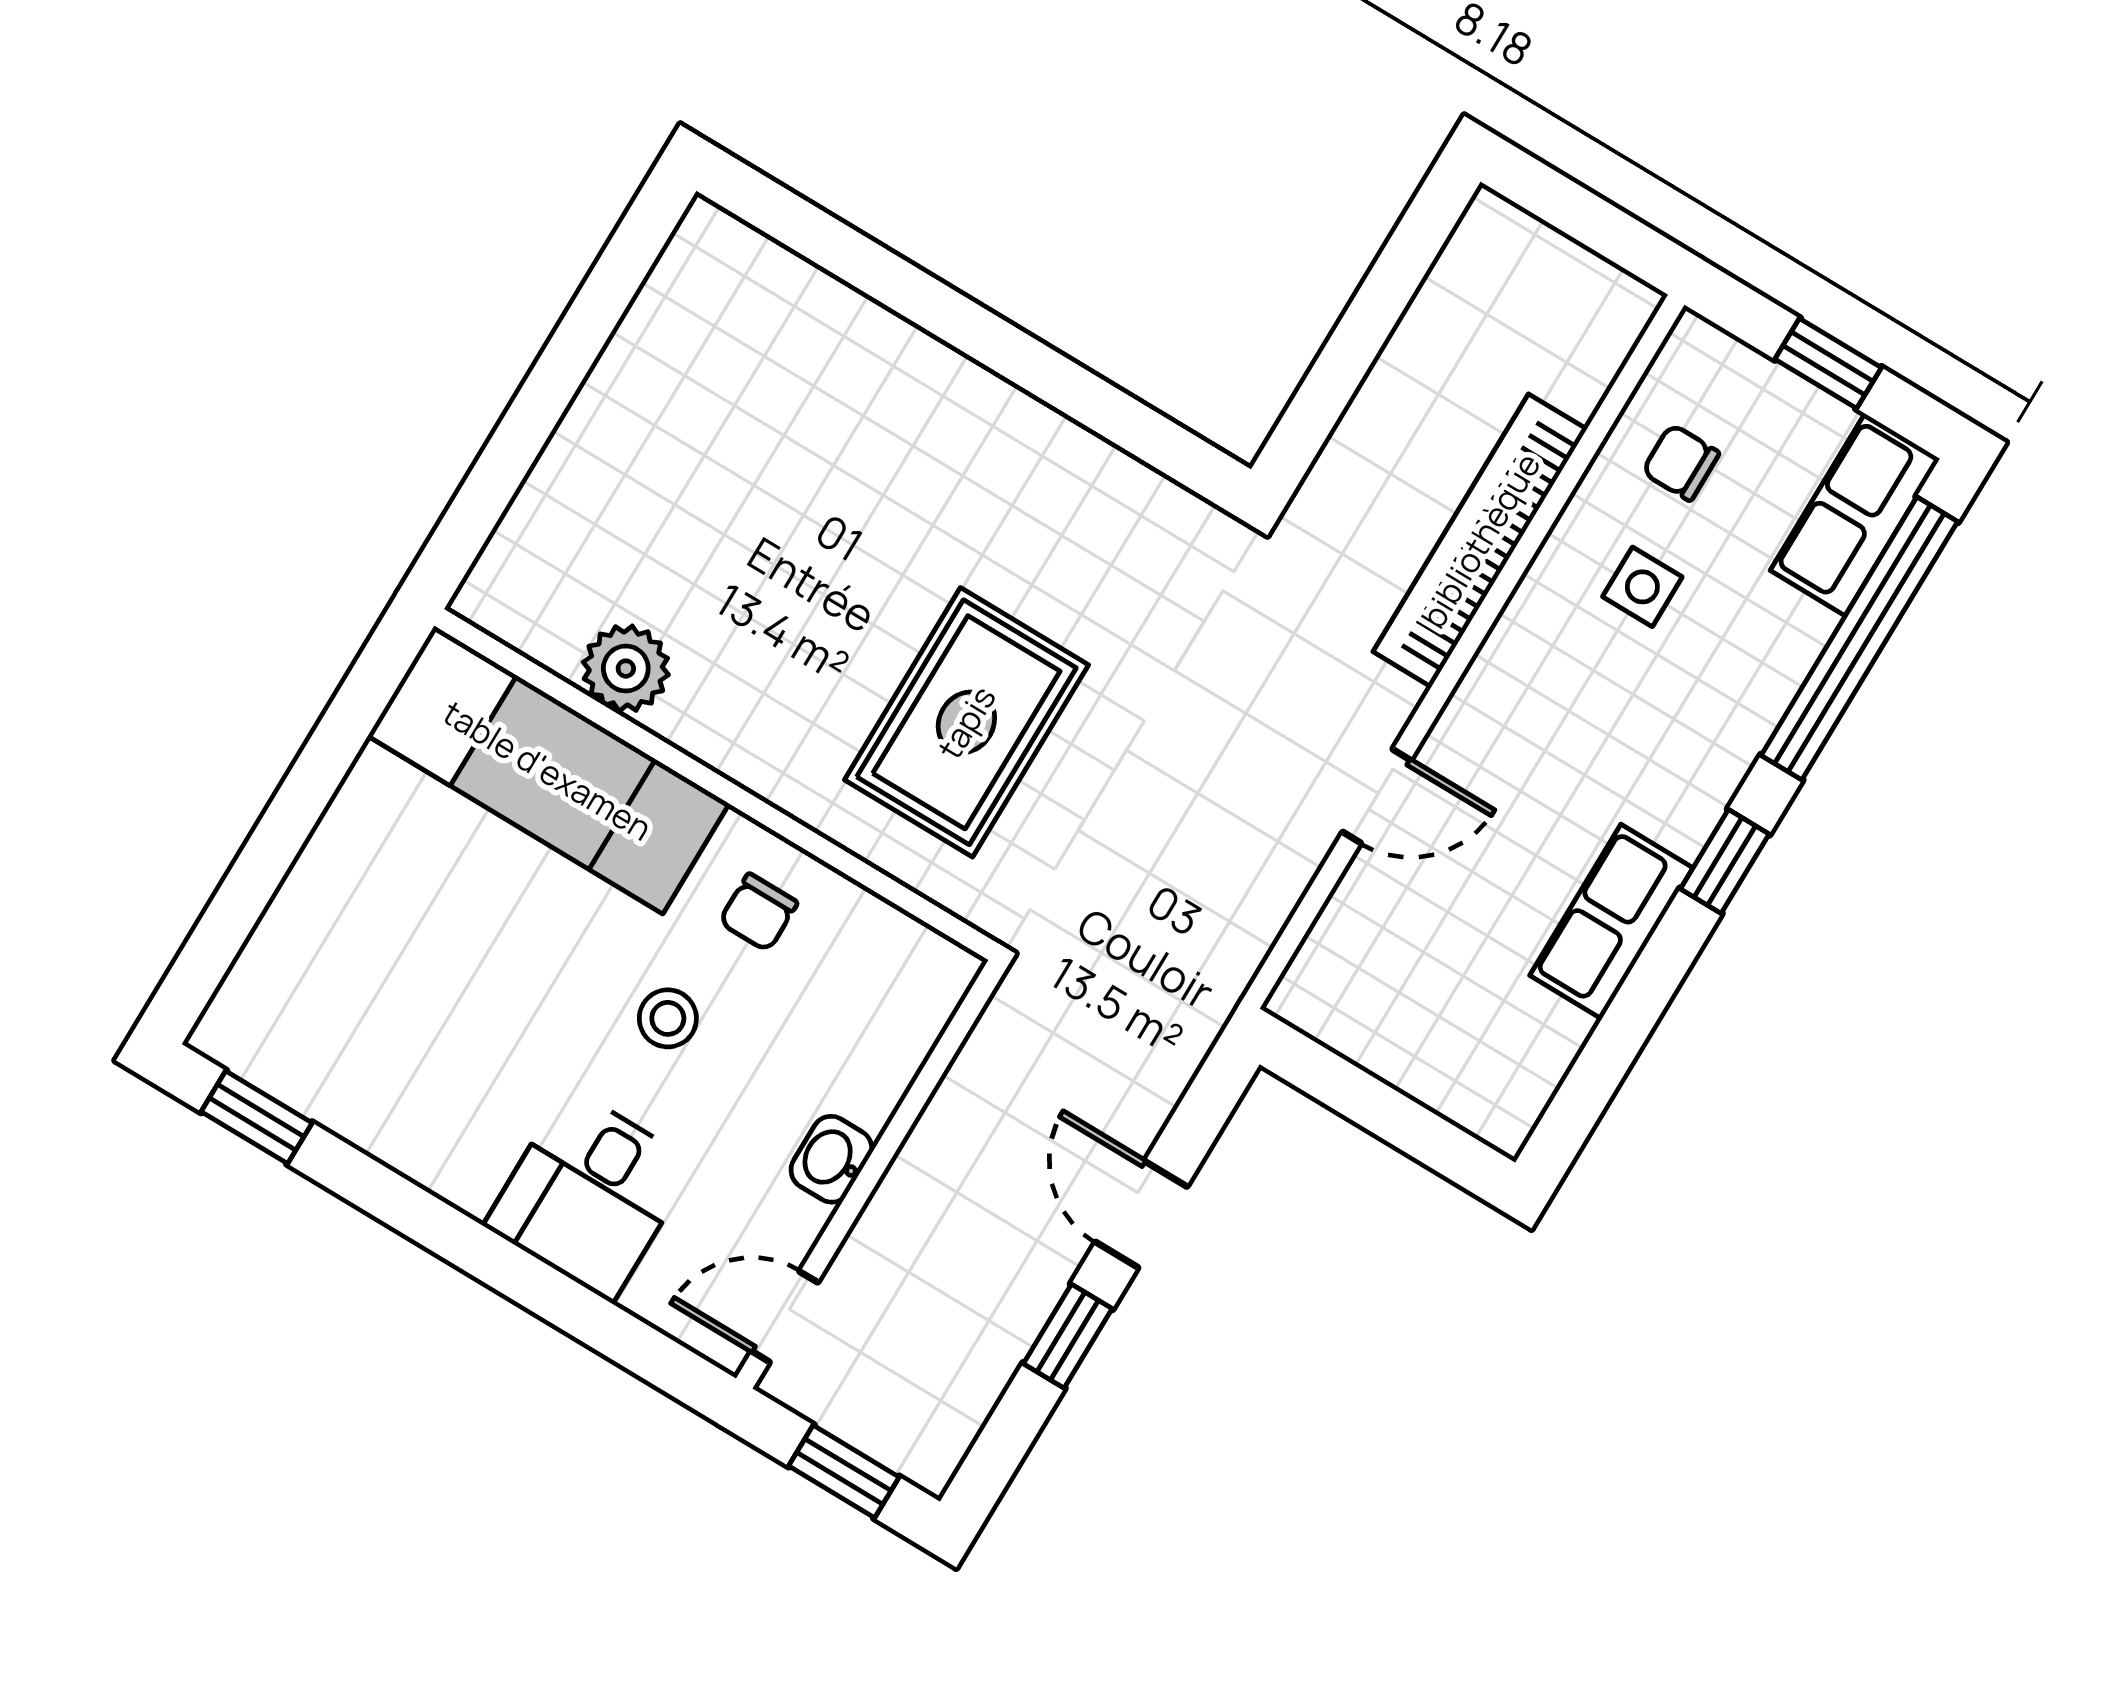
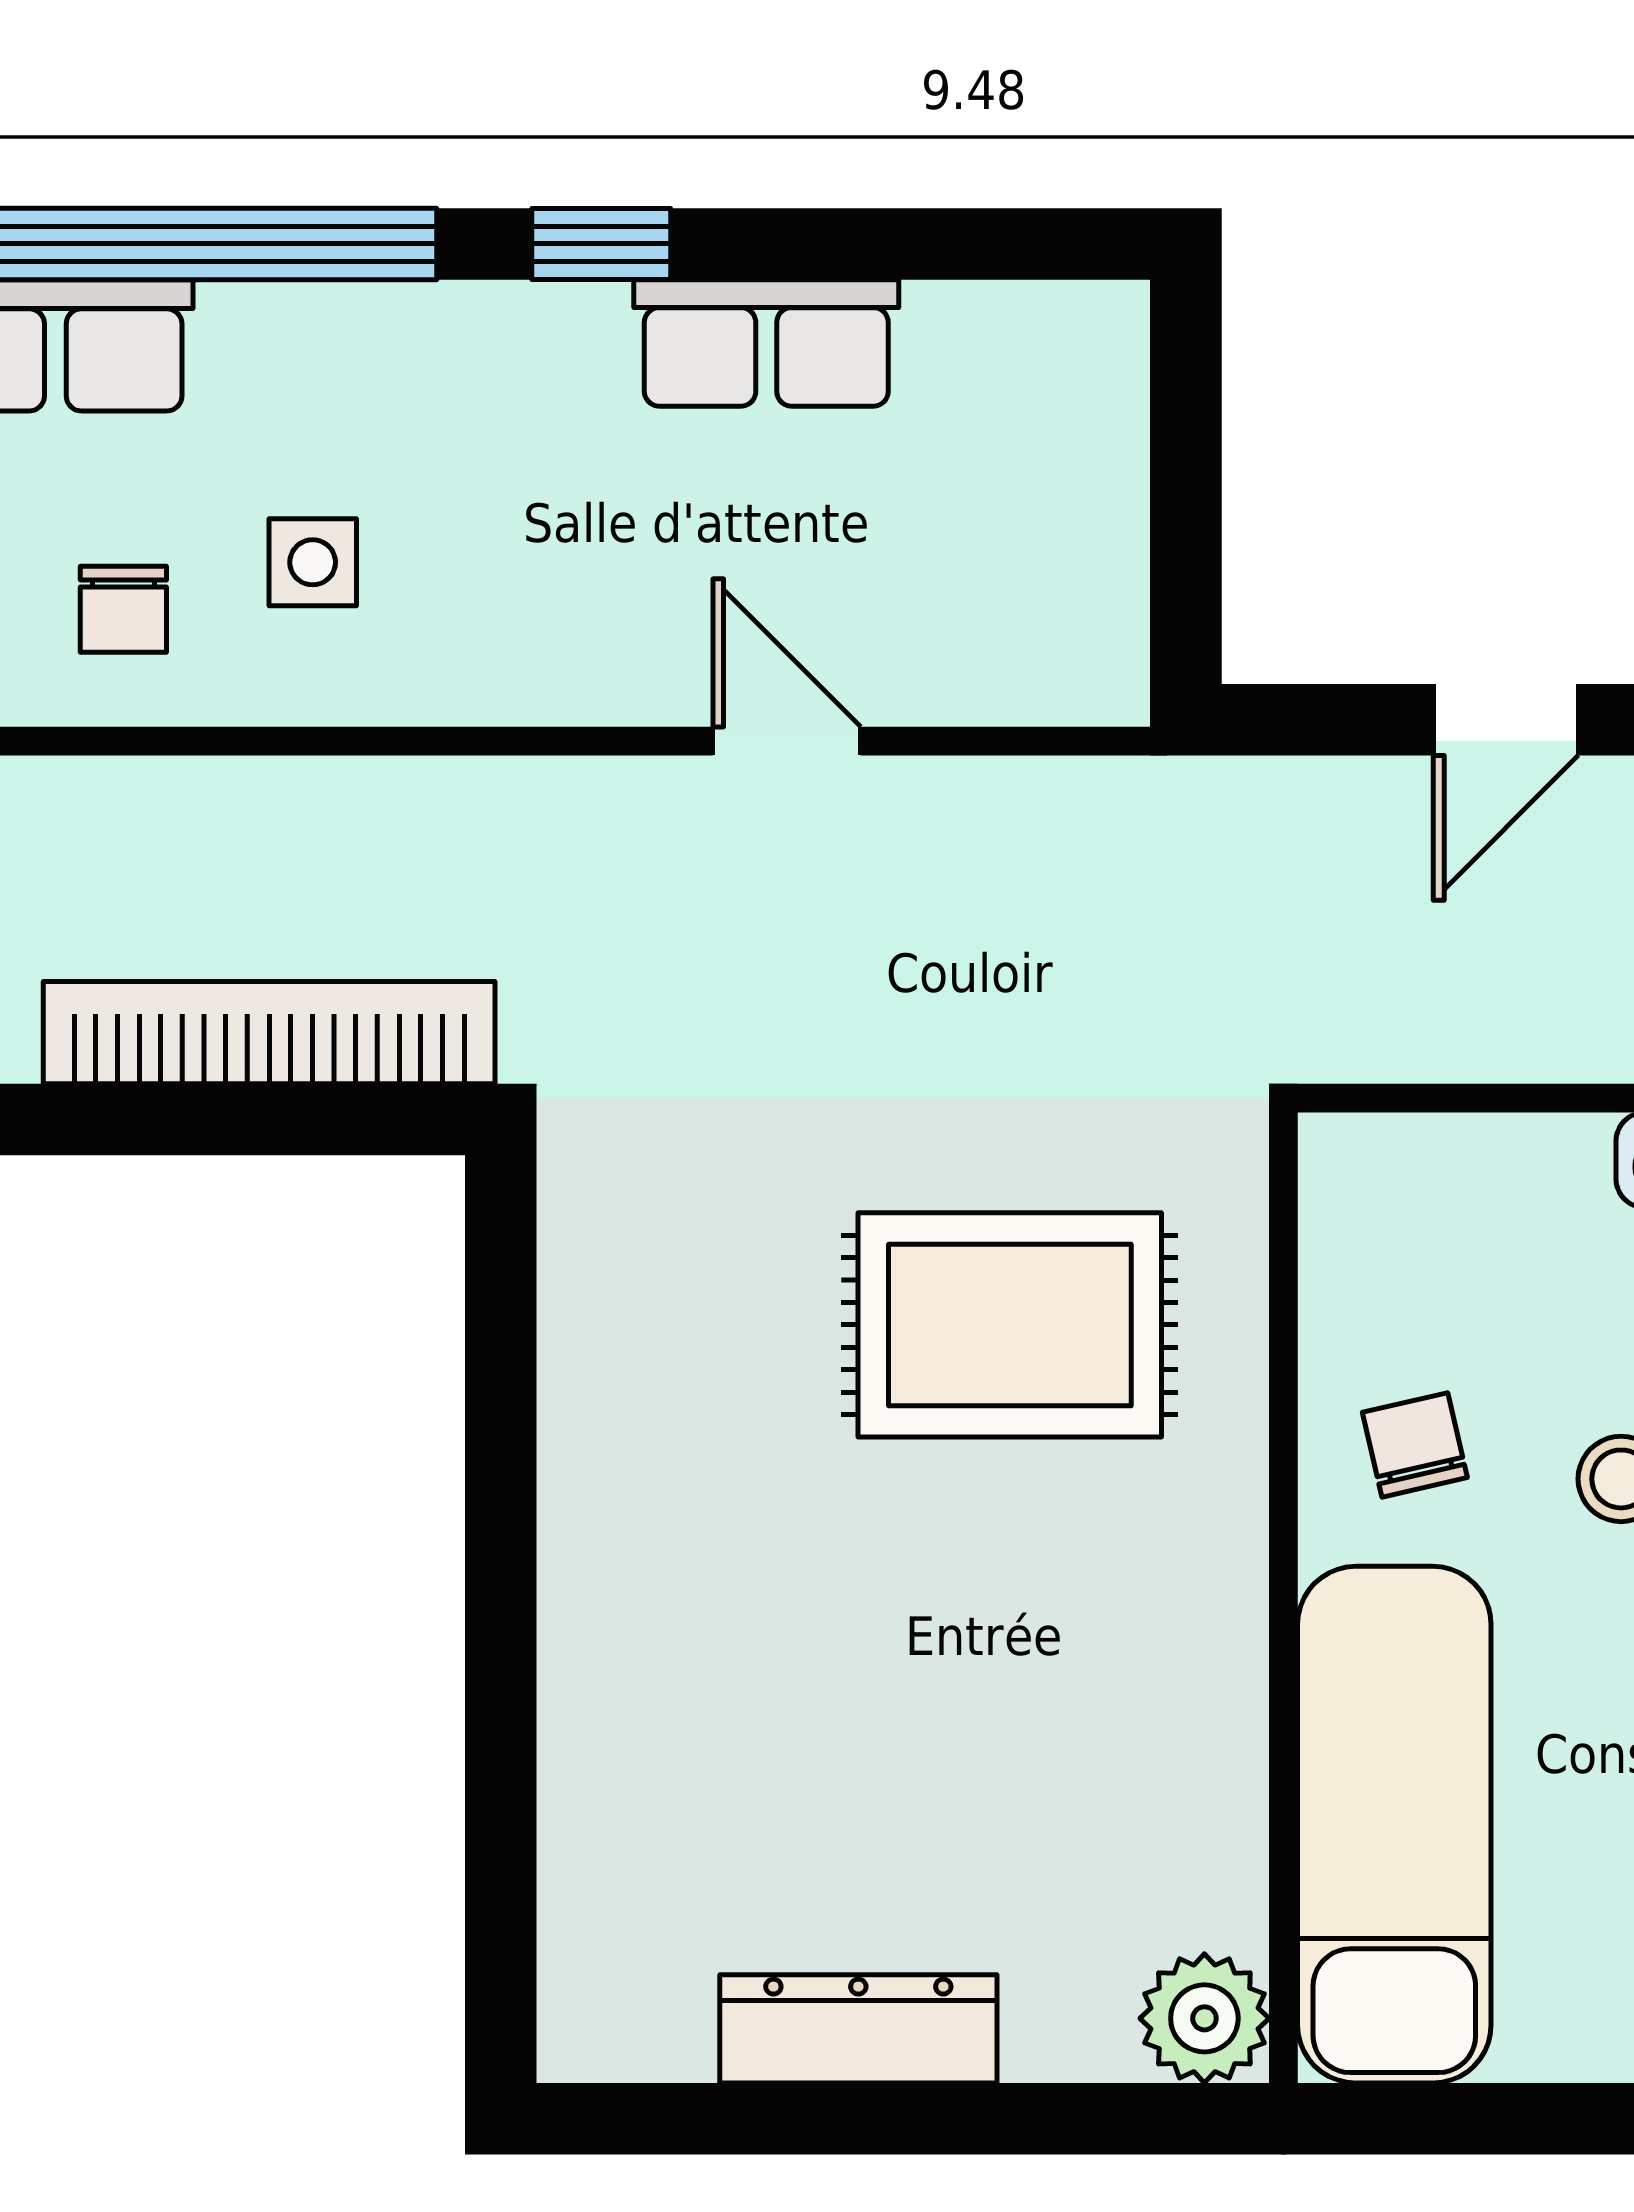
dresser: (616, 393) -> (858, 2029), added
bookcase: (1480, 540) -> (269, 1033), moved, turned 180
plant: (626, 669) -> (1204, 2018), moved
chair: (758, 912) -> (1415, 1445), turned -103

